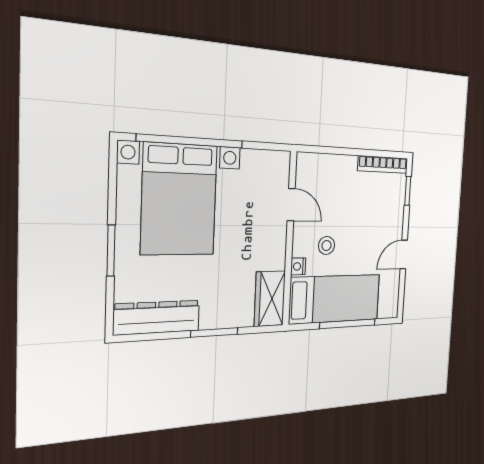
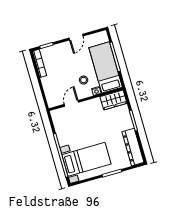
bed with nightstands: (179, 200) -> (87, 159), width x0.73
door: (404, 255) -> (76, 37), hinge flipped

